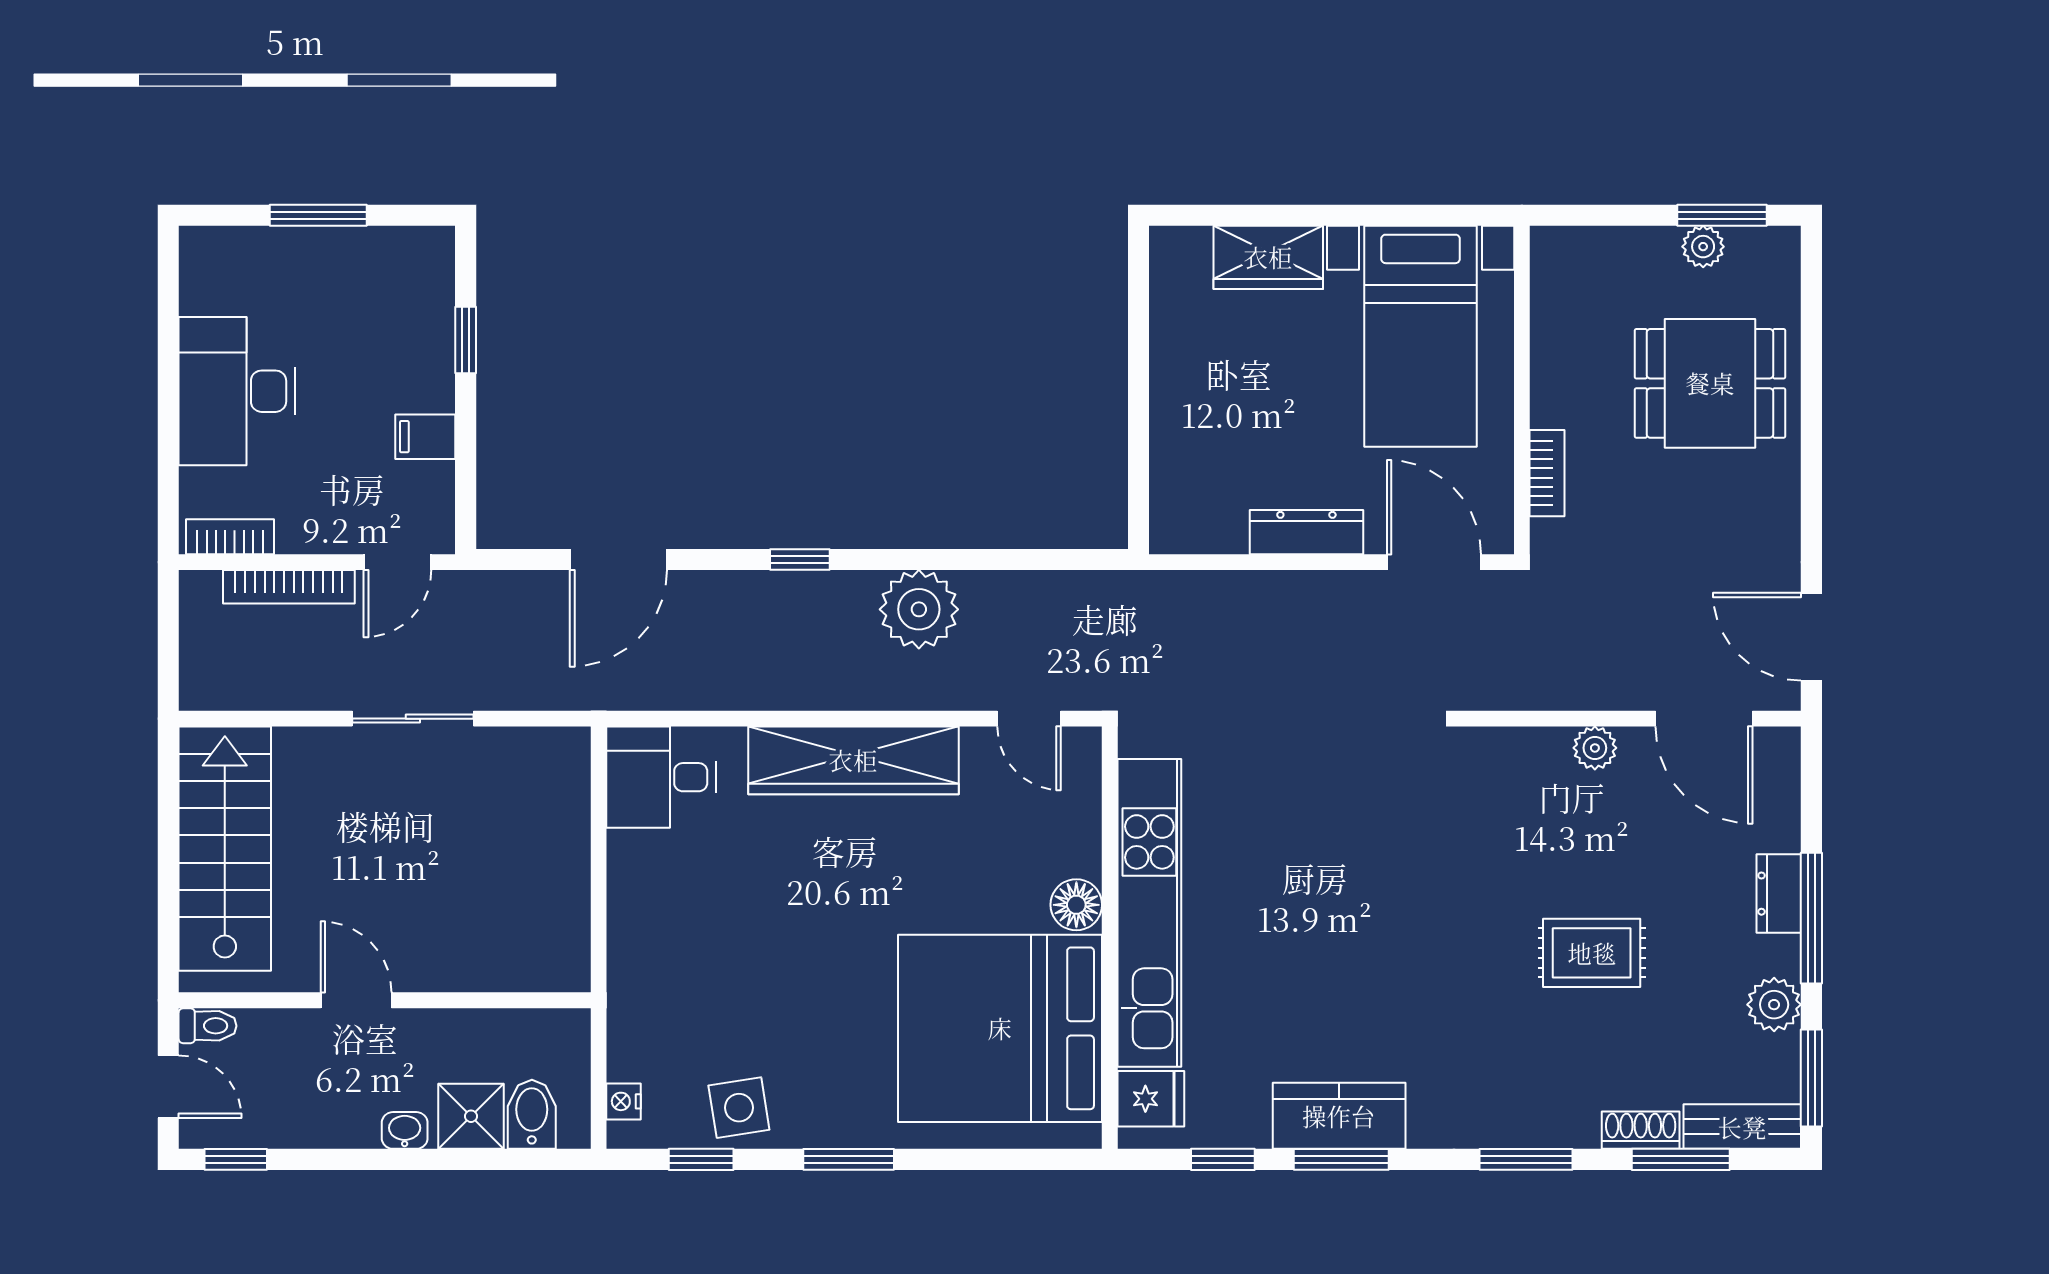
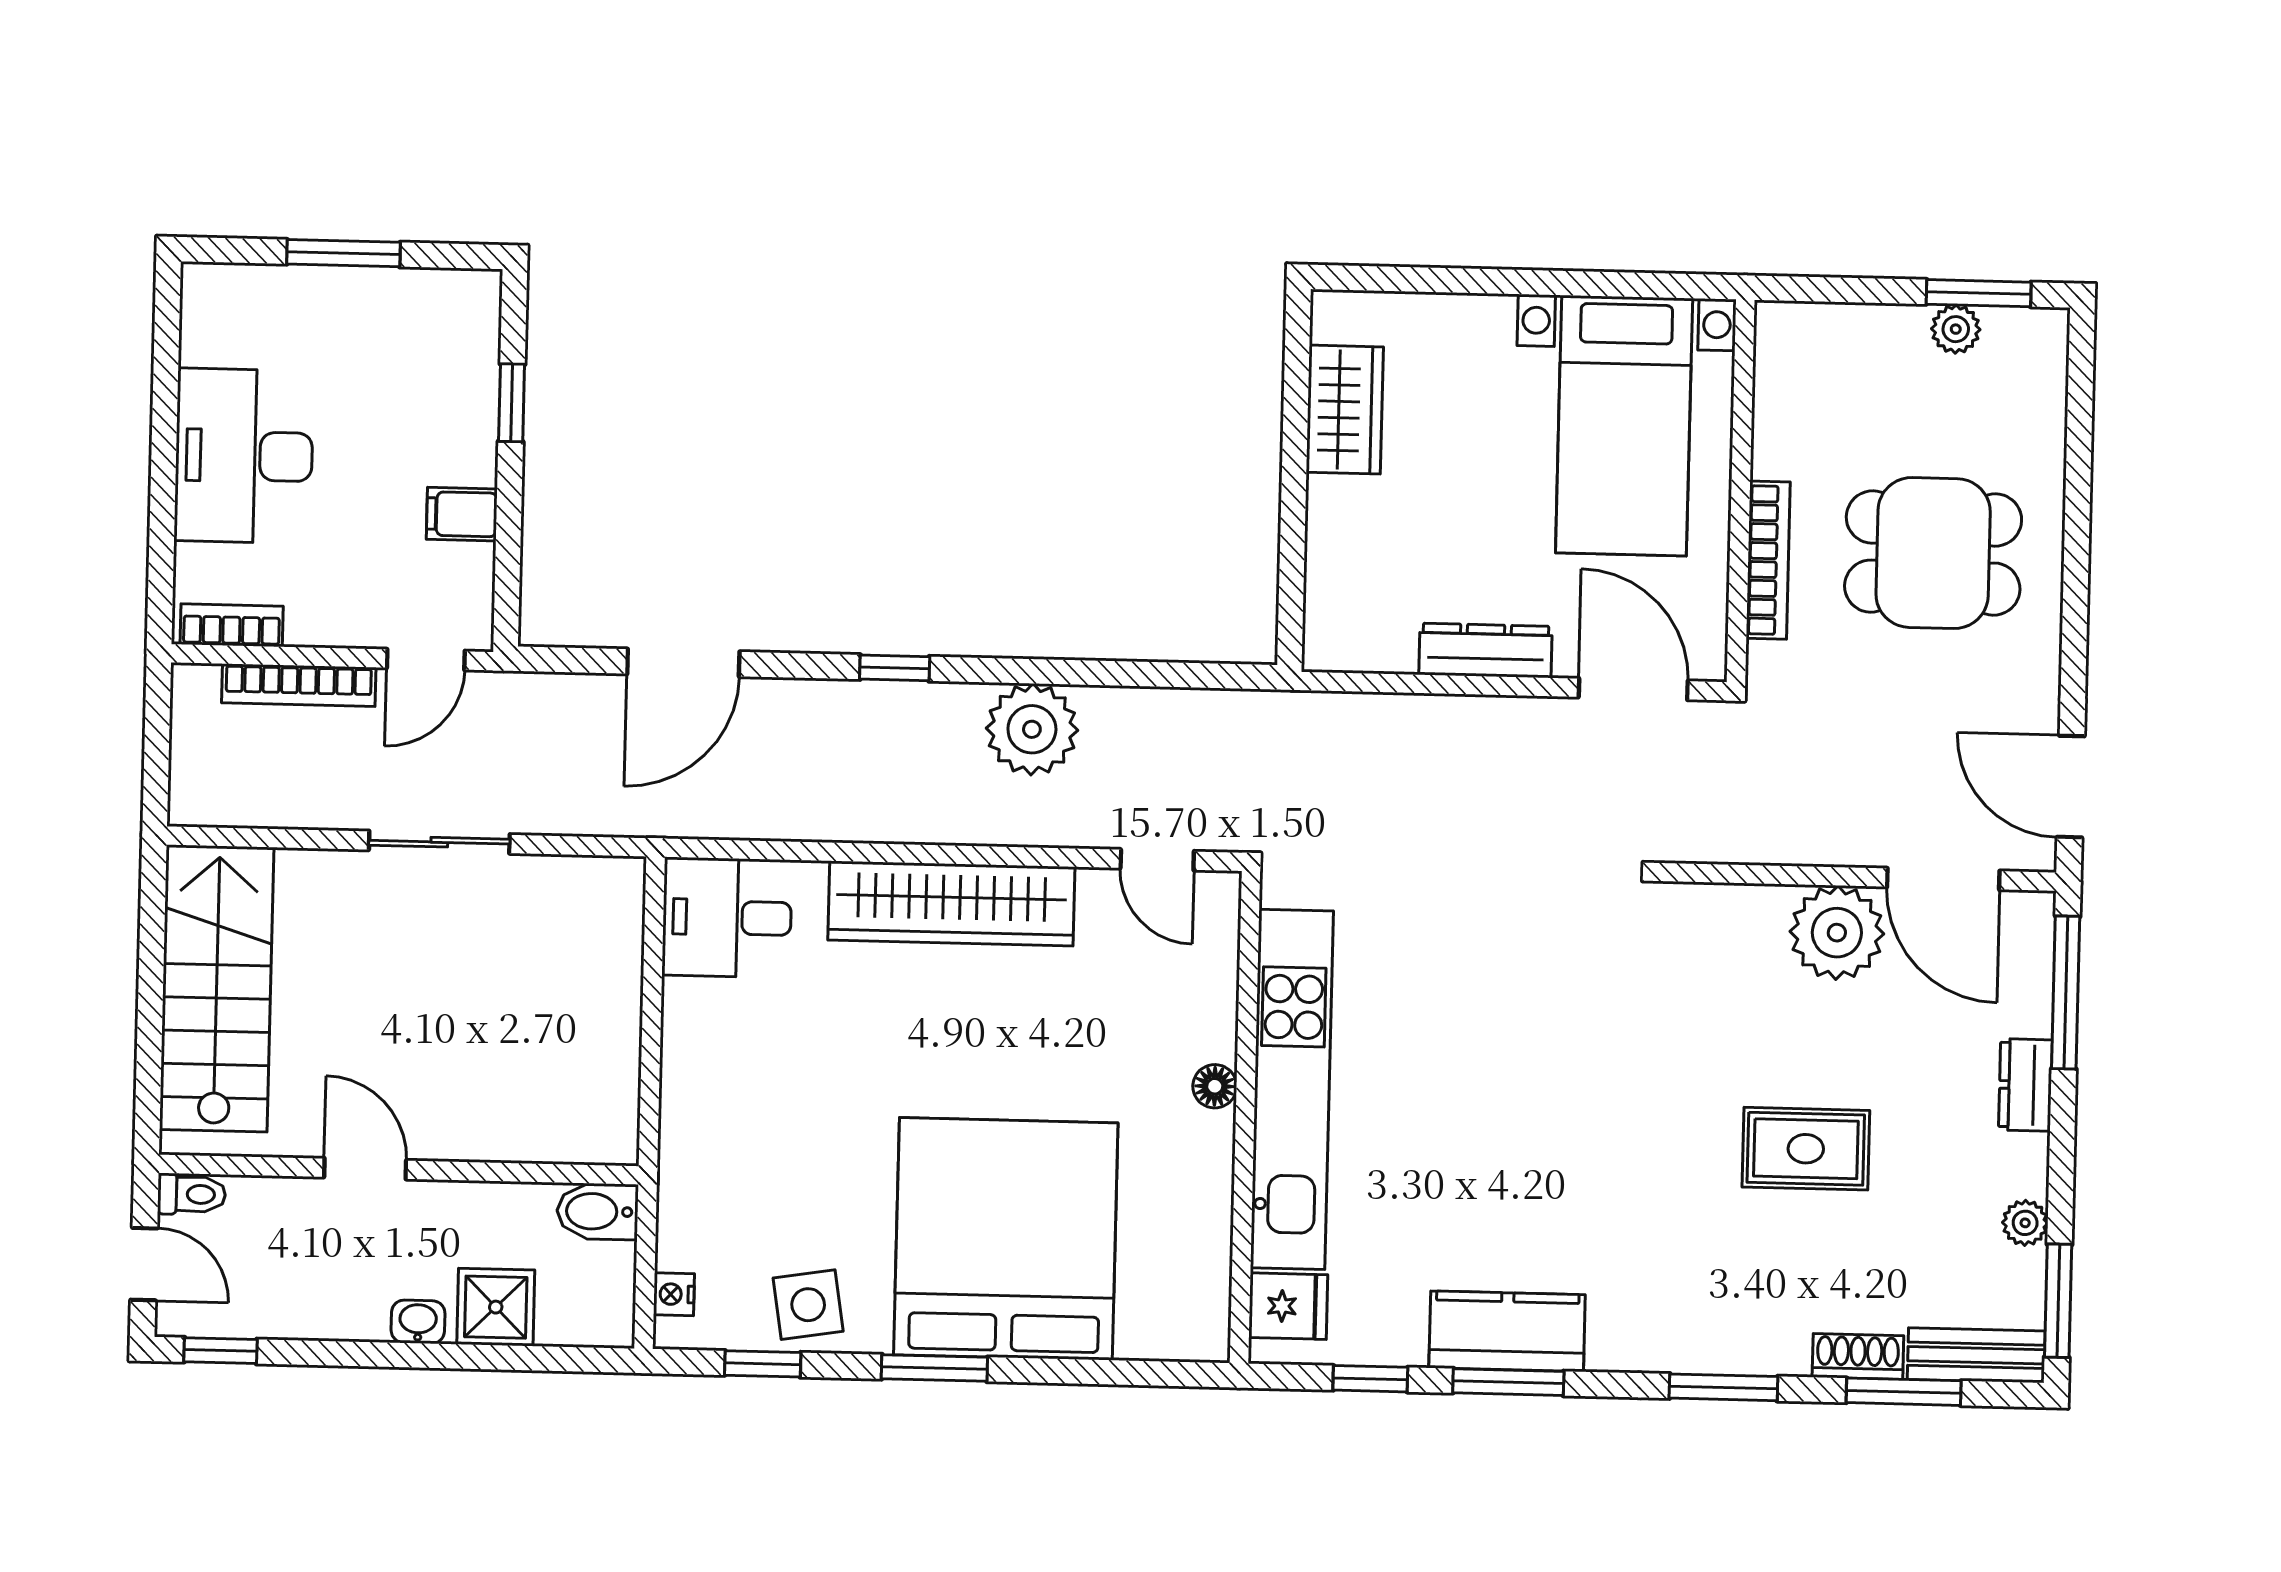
wardrobe: (1268, 257) -> (1345, 410), moved, turned -90
dining table: (1710, 383) -> (1933, 553), moved
bookcase: (1547, 473) -> (1768, 560), width x1.56
plant: (1595, 748) -> (1837, 933), width x1.87, depth x1.87
floor lamp: (1076, 905) -> (1215, 1086), width x0.73, depth x0.73
window: (1811, 918) -> (2066, 992), moved
plant: (1774, 1005) -> (2025, 1223), width x0.73, depth x0.73
bed: (1000, 1028) -> (1006, 1239), moved, turned 90
bidet: (532, 1114) -> (597, 1211), moved, turned -90

